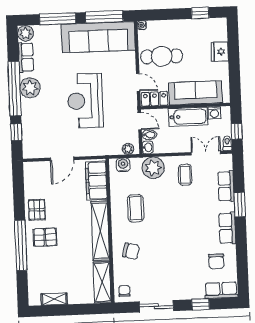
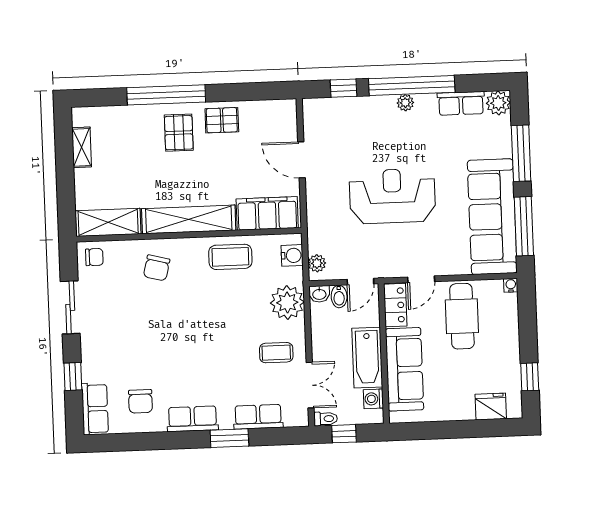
fridge: (220, 52) -> (491, 407), moved
plant: (30, 88) -> (405, 103), width x0.53, depth x0.53
coffee table: (136, 208) -> (230, 257), moved
chair: (216, 261) -> (140, 401), turned -90

